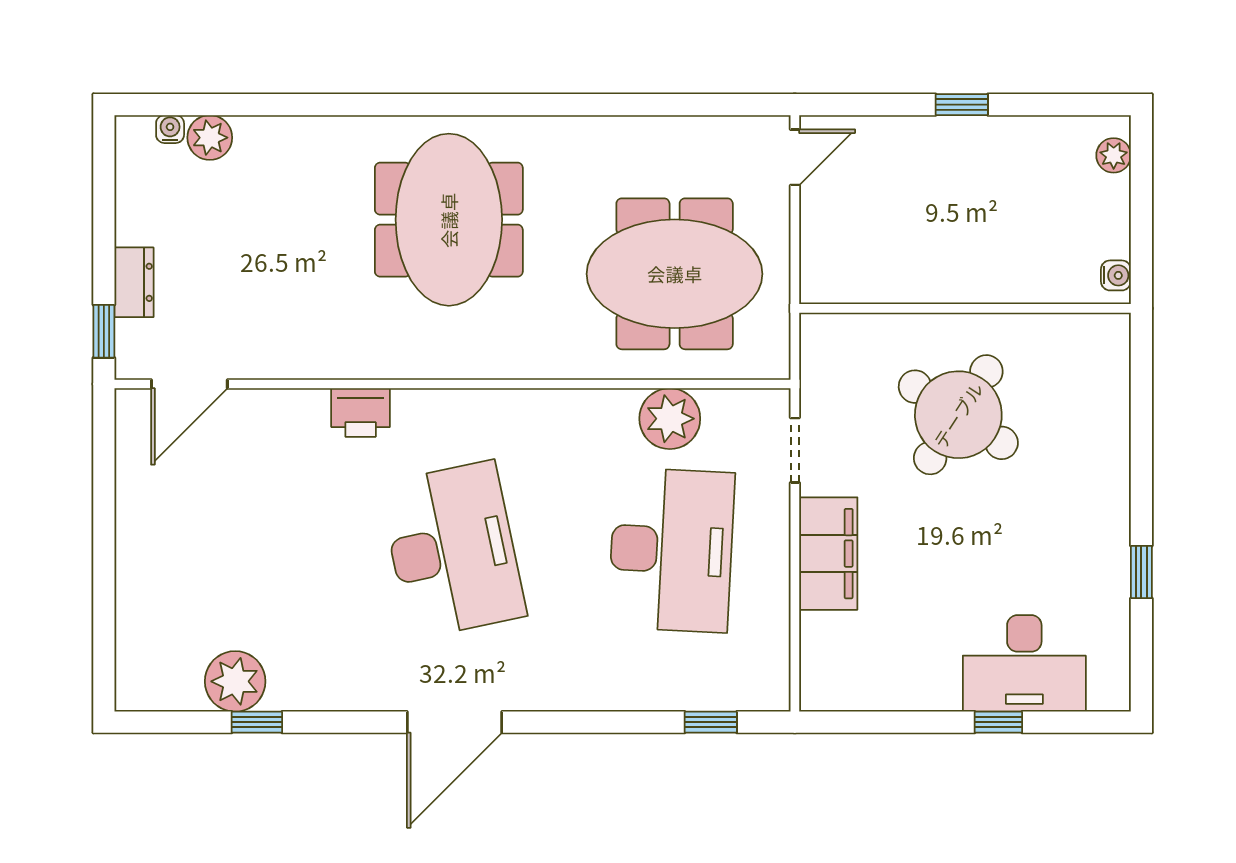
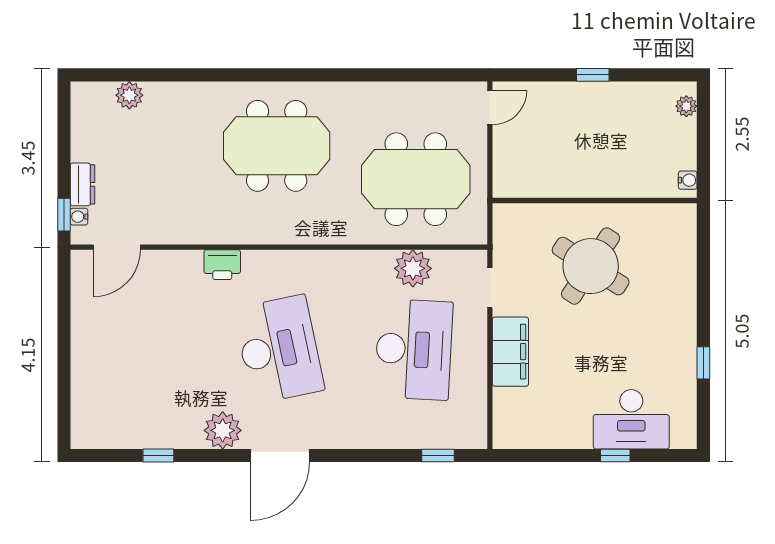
water cooler: (170, 129) -> (79, 217), moved, turned -90
meeting table: (449, 220) -> (277, 146), turned 90
plant: (235, 681) -> (223, 430), moved

